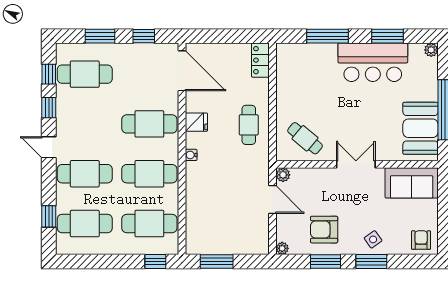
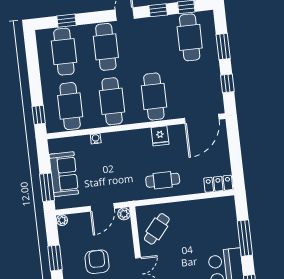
water cooler: (191, 155) -> (96, 139), moved
armchair: (324, 230) -> (97, 262), moved
sofa: (228, 240) -> (64, 174), added
window: (217, 262) -> (47, 187), moved

